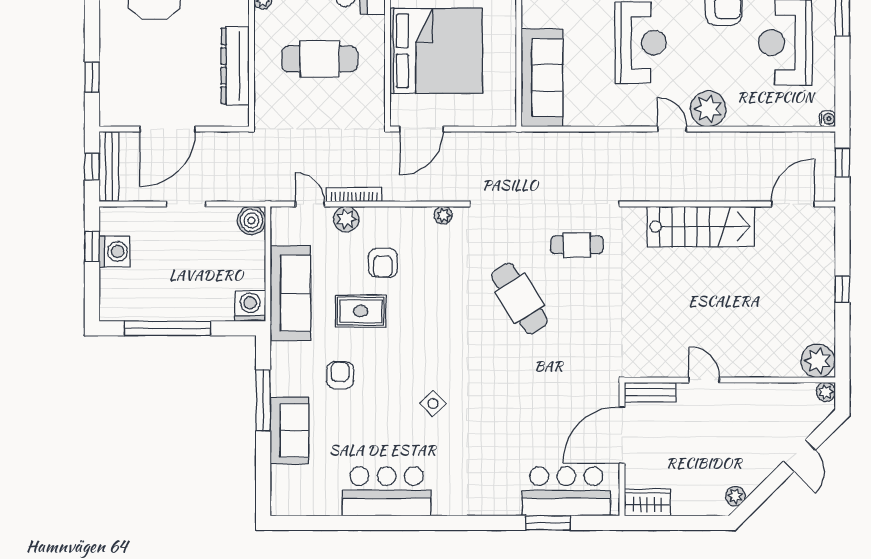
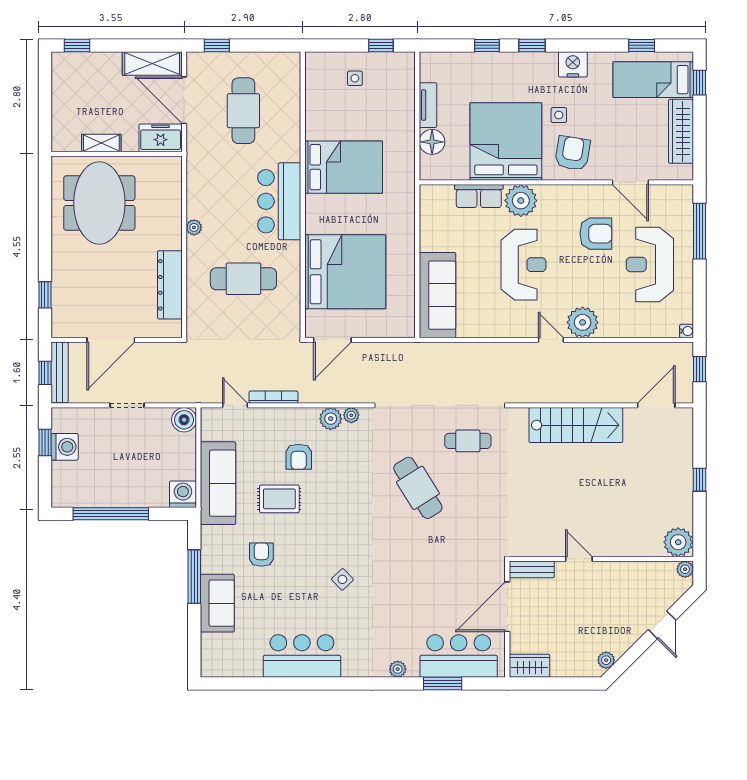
plant: (346, 219) -> (331, 419), moved
plant: (496, 506) -> (398, 669), added

